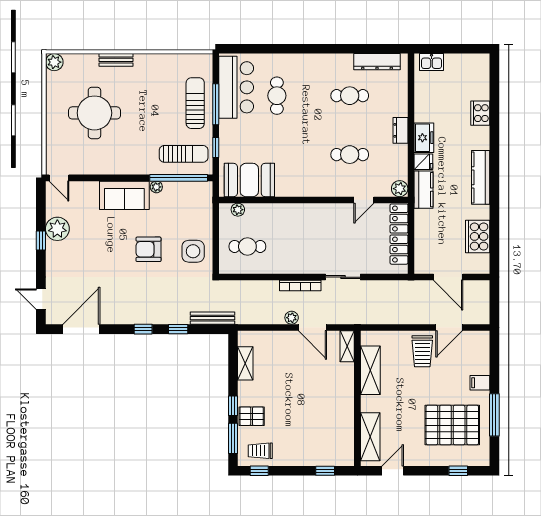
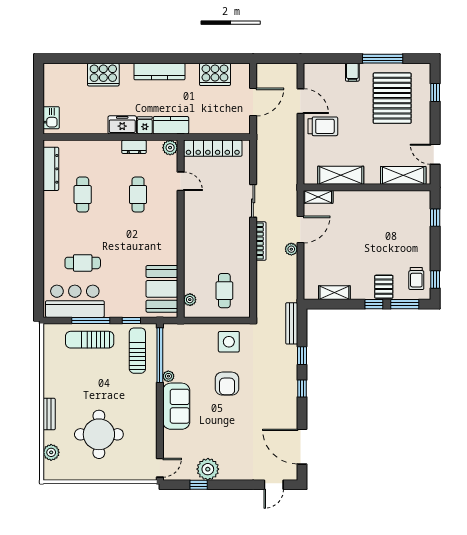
plant: (54, 62) -> (51, 452), moved
cooker: (480, 113) -> (103, 75), width x1.37, depth x1.31
dresser: (401, 130) -> (134, 147), moved
window: (41, 241) -> (199, 485), moved

